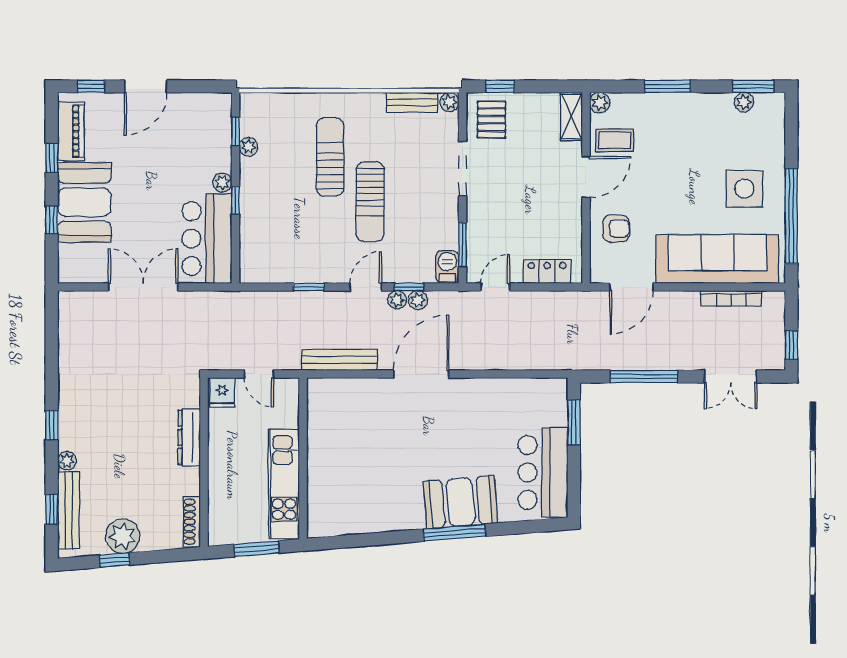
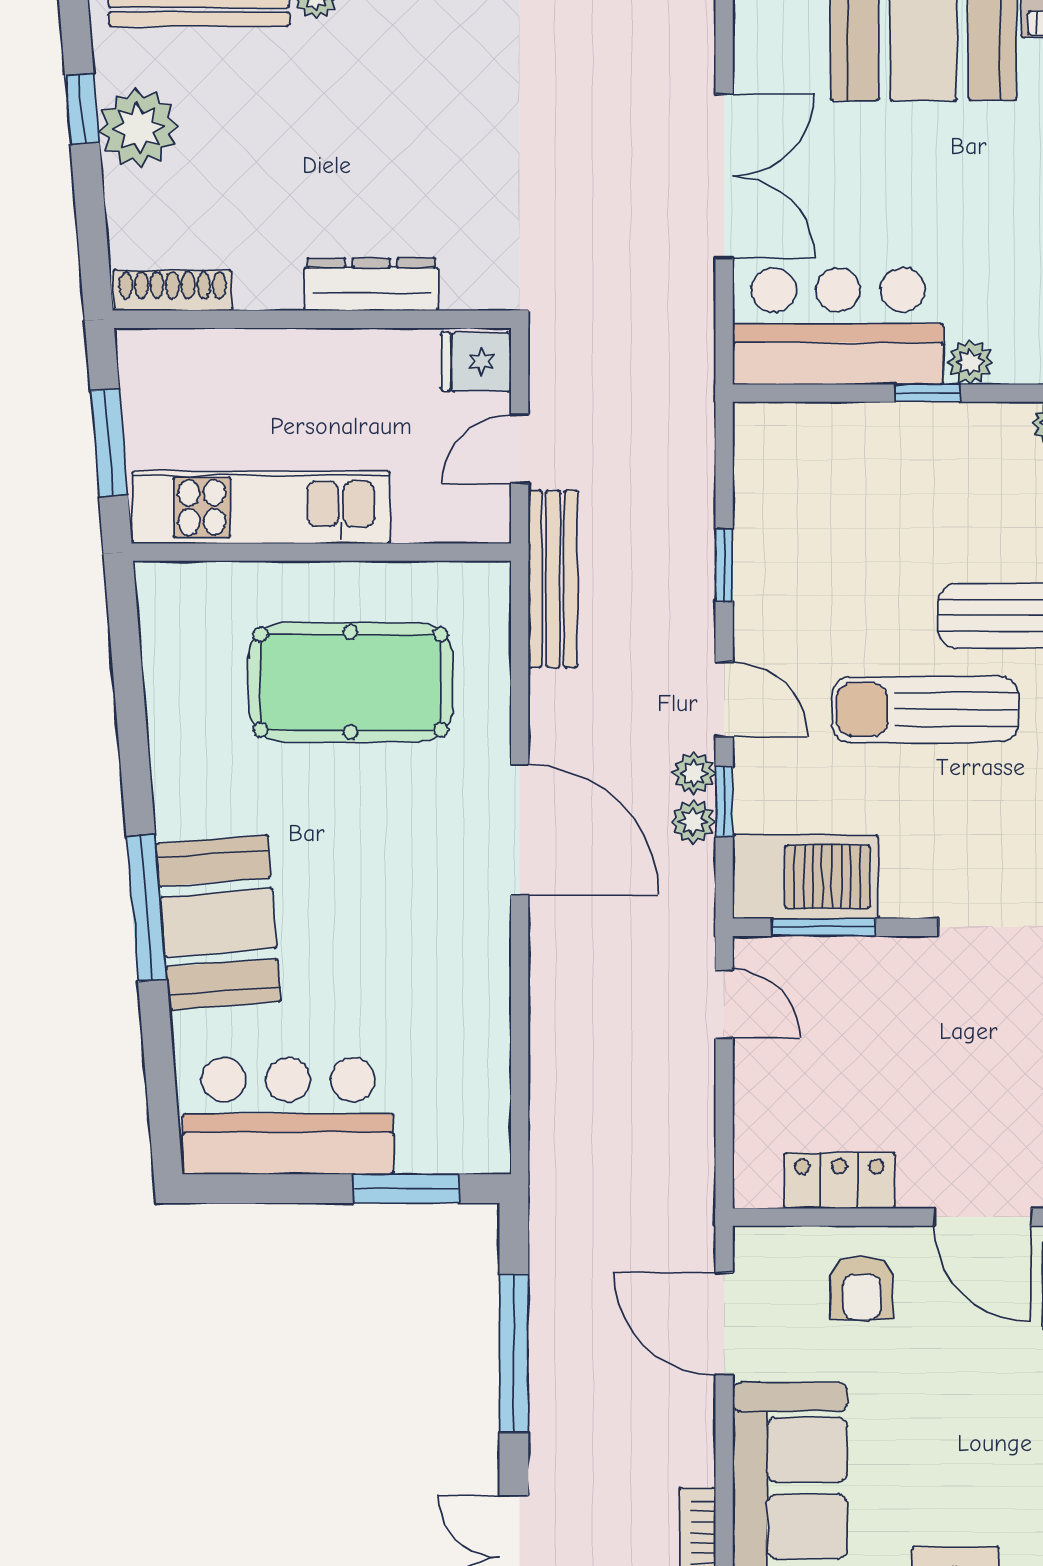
barbecue: (447, 267) -> (805, 877), width x1.88, depth x1.53
locker: (547, 271) -> (839, 1180), moved, turned -90
bench: (340, 360) -> (553, 579), moved
pool table: (358, 446) -> (351, 682), added

